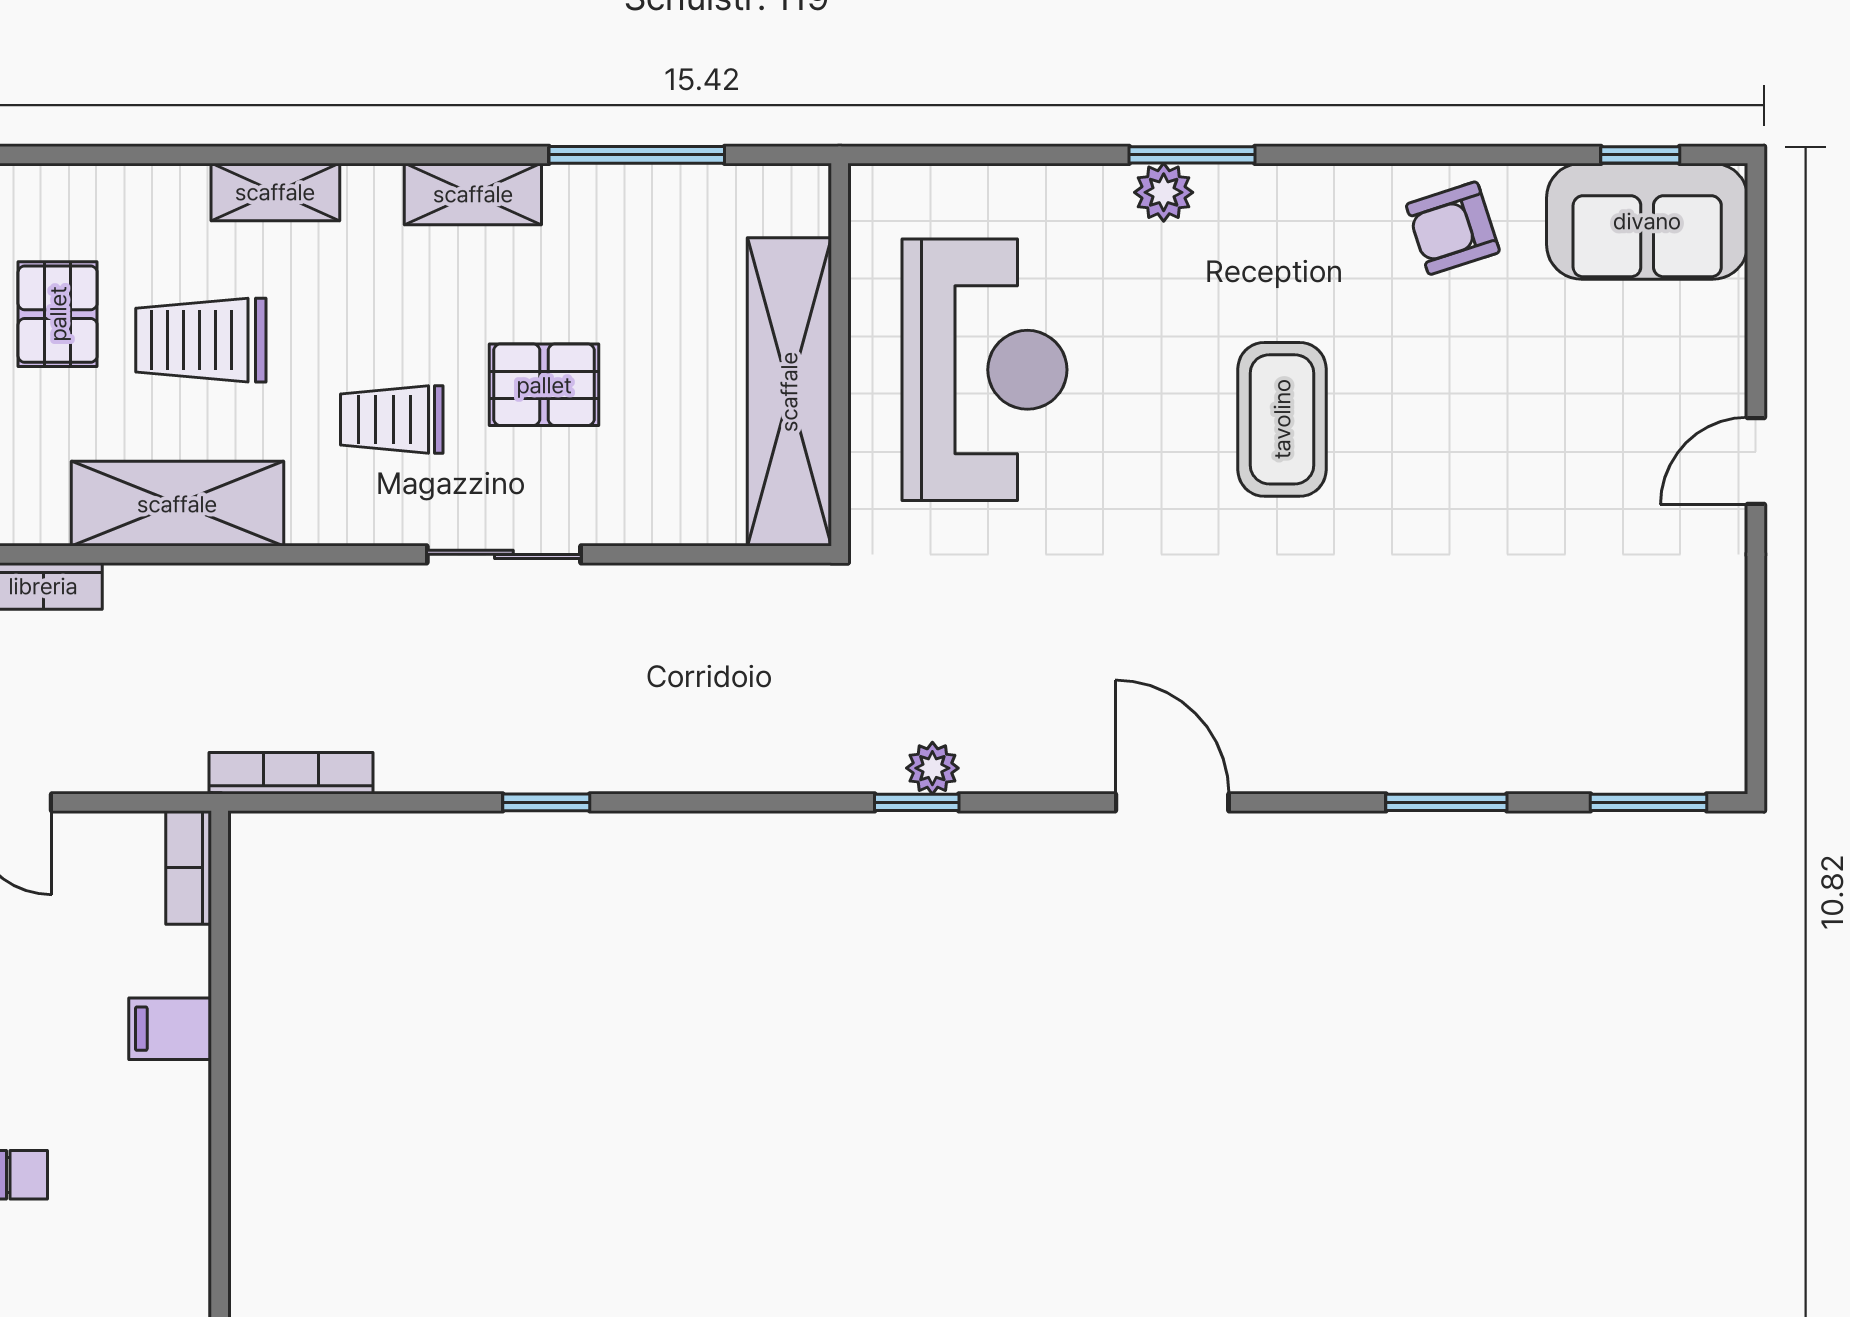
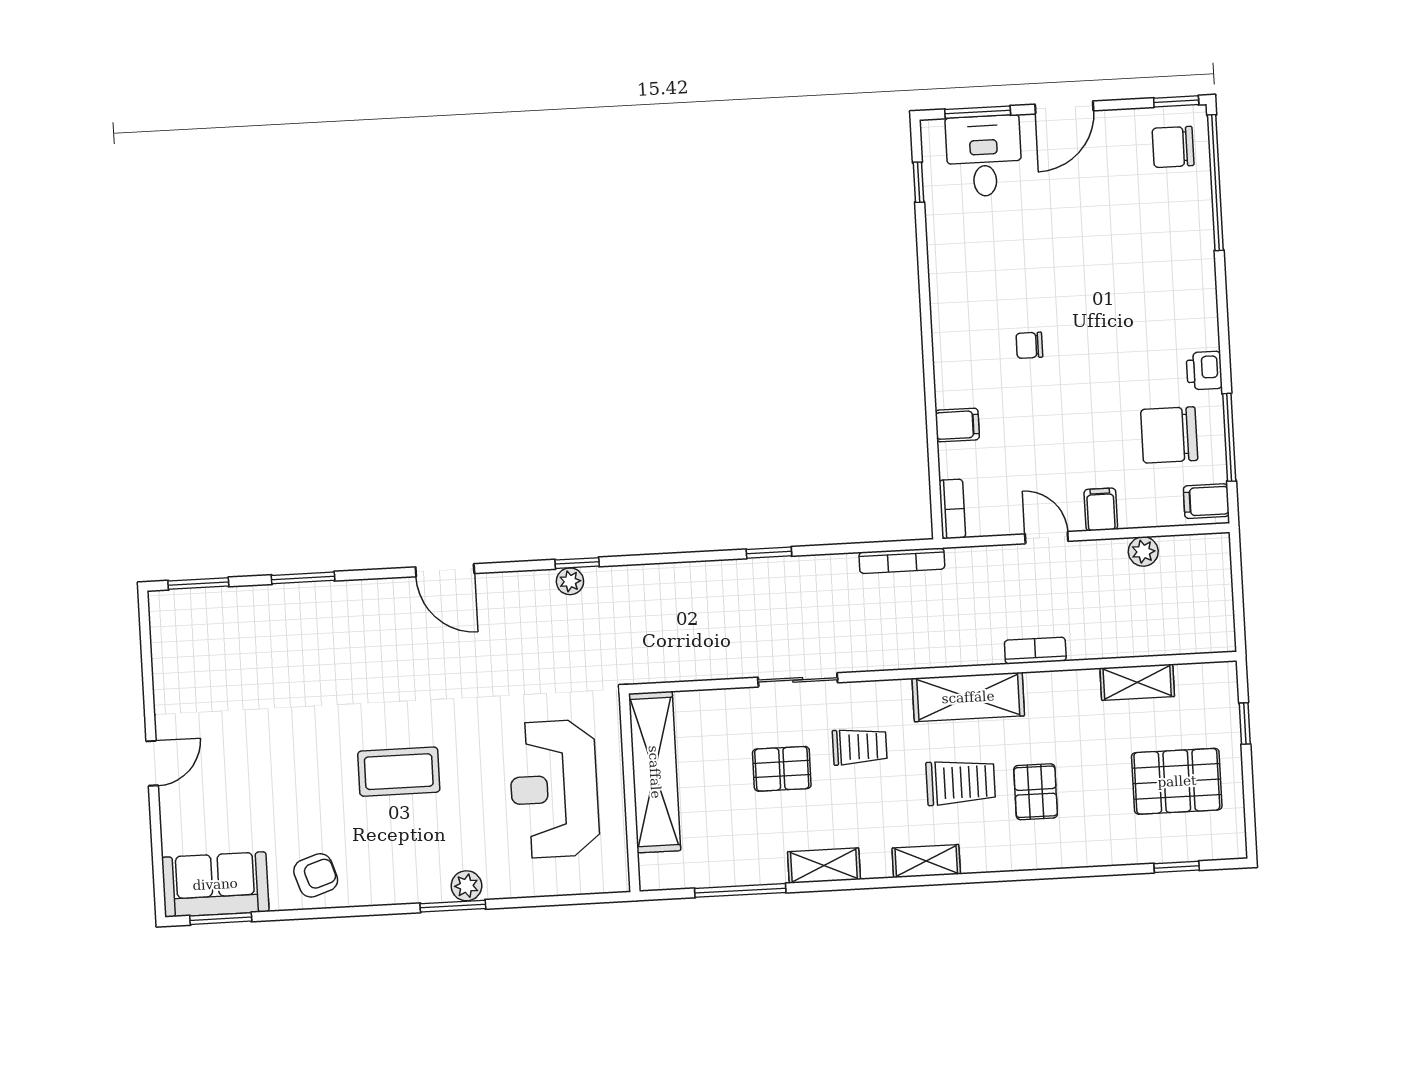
window: (1640, 155) -> (221, 919), width x1.50
coffee table: (1282, 419) -> (399, 772), turned 90

